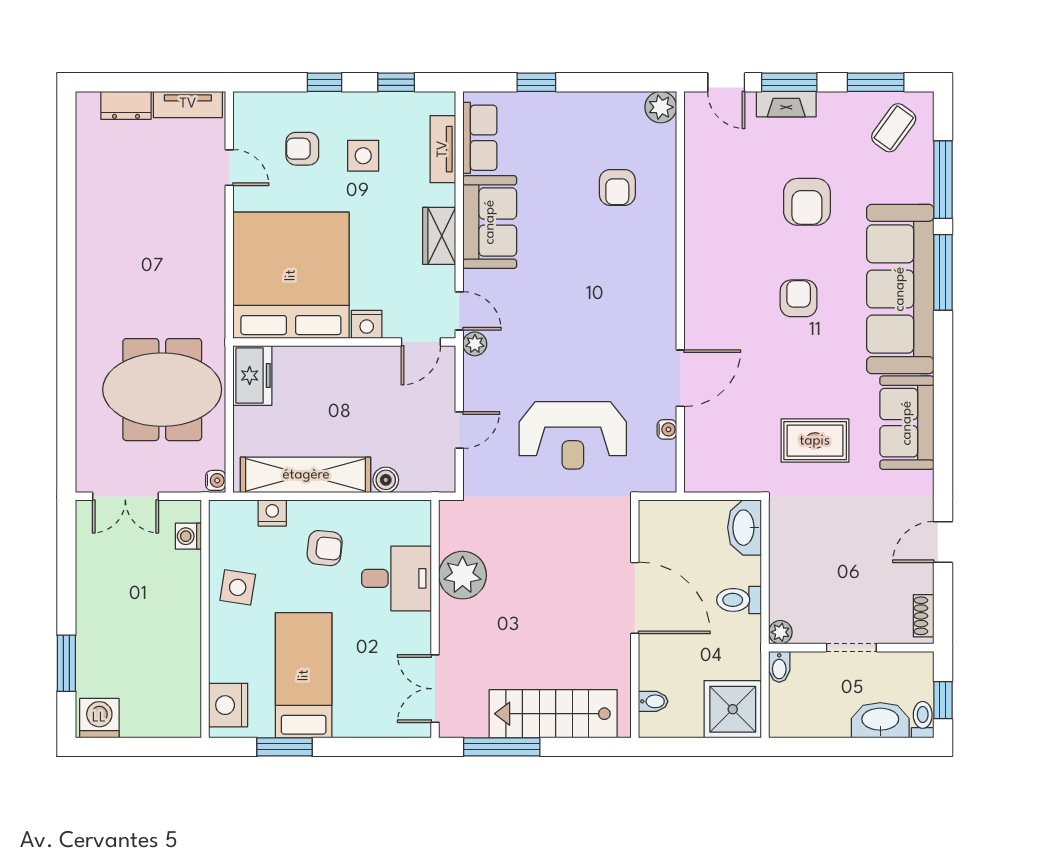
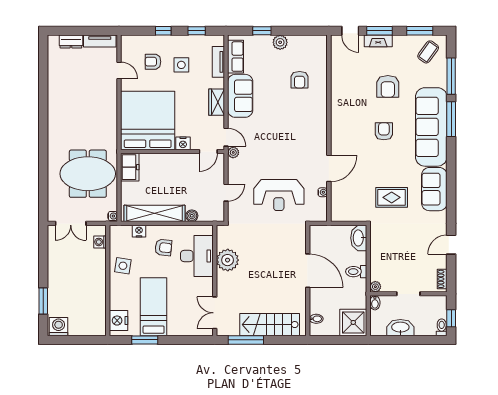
plant: (661, 107) -> (280, 42), moved
desk: (397, 578) -> (197, 256), width x1.37
washbasin: (880, 720) -> (400, 328), moved

